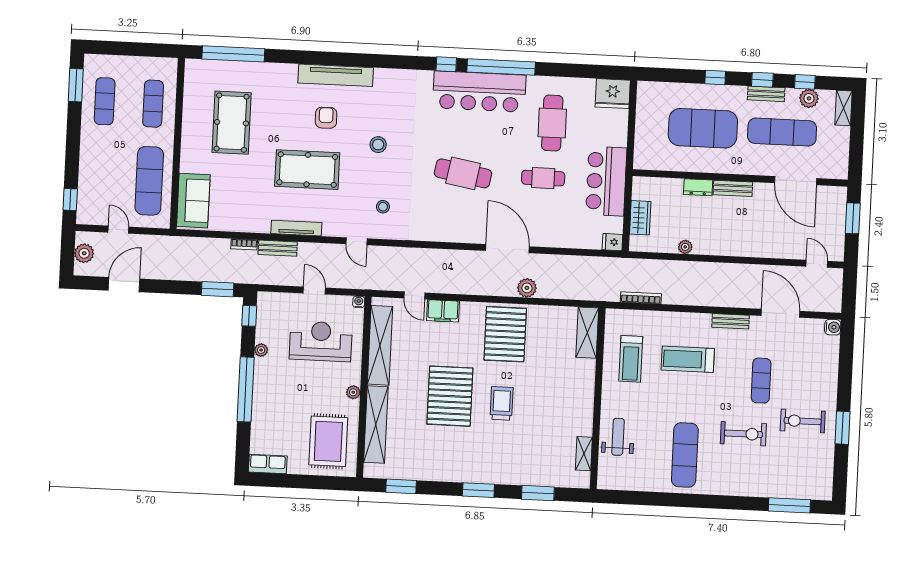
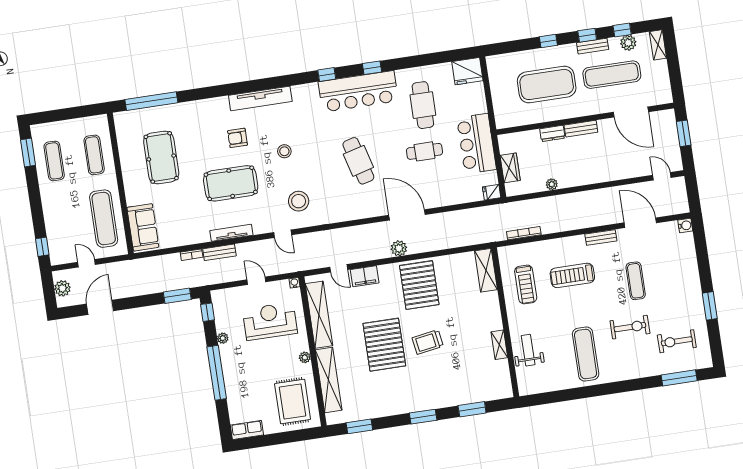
window: (501, 67) -> (372, 68), width x0.32
tv unit: (336, 75) -> (260, 98), moved
armchair: (326, 118) -> (237, 138), turned -89
cafe table: (463, 173) -> (358, 161), turned 65
stool: (383, 207) -> (299, 201), width x1.89, depth x1.89
plant: (527, 288) -> (399, 248), moved
trolley: (502, 403) -> (428, 342), turned -99
exercise bike: (803, 421) -> (677, 341), moved
shelving: (584, 454) -> (499, 345), moved

